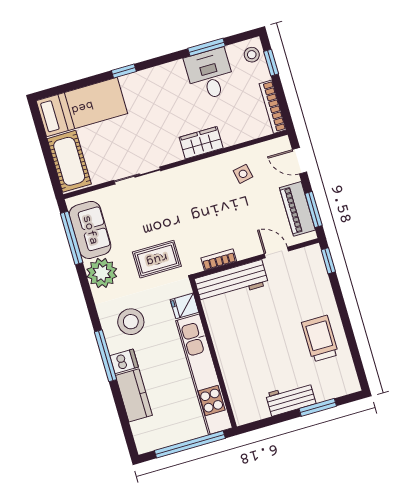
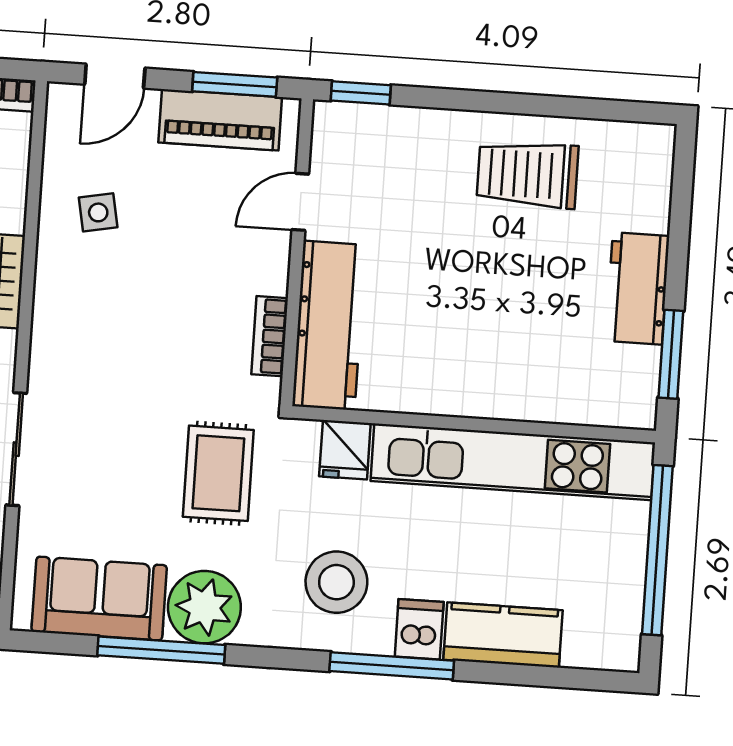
window: (72, 238) -> (161, 650), moved
window: (318, 407) -> (671, 354), moved

